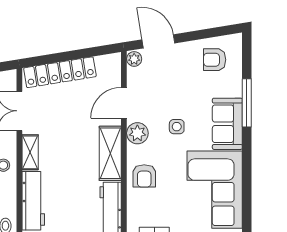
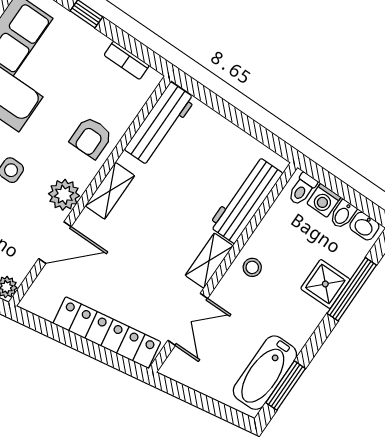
shelving: (110, 153) -> (110, 191), width x0.67, depth x0.75
armchair: (144, 176) -> (91, 138), turned 180

